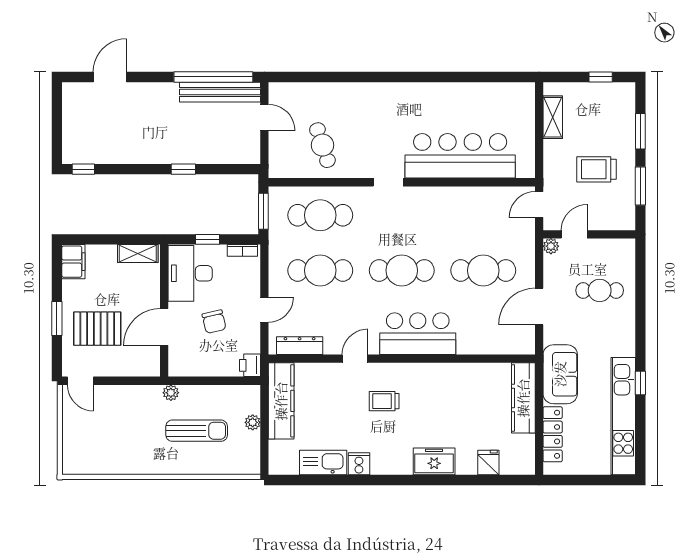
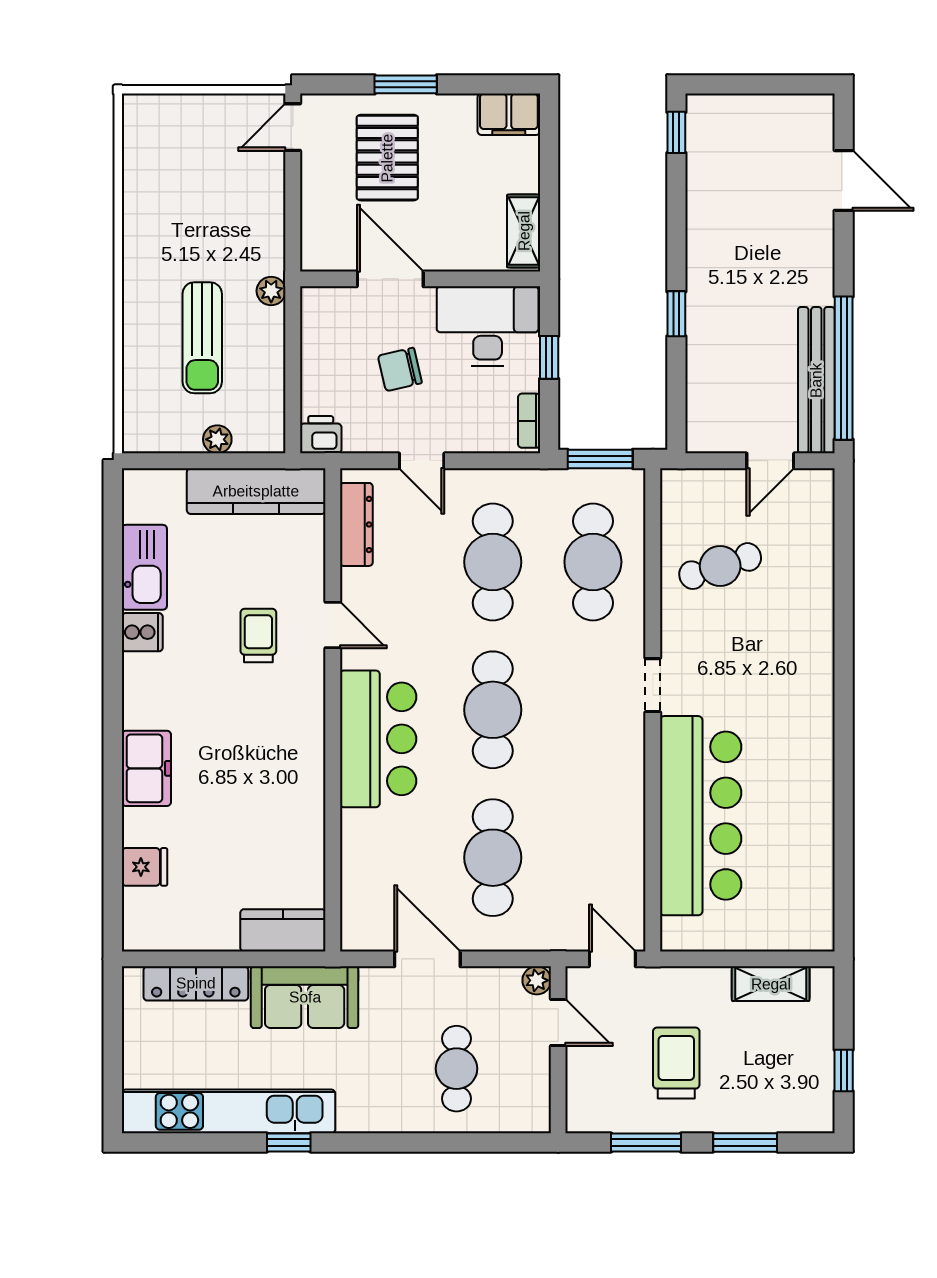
kitchen counter: (523, 398) -> (283, 930), width x0.67
trolley: (384, 401) -> (258, 636), moved

